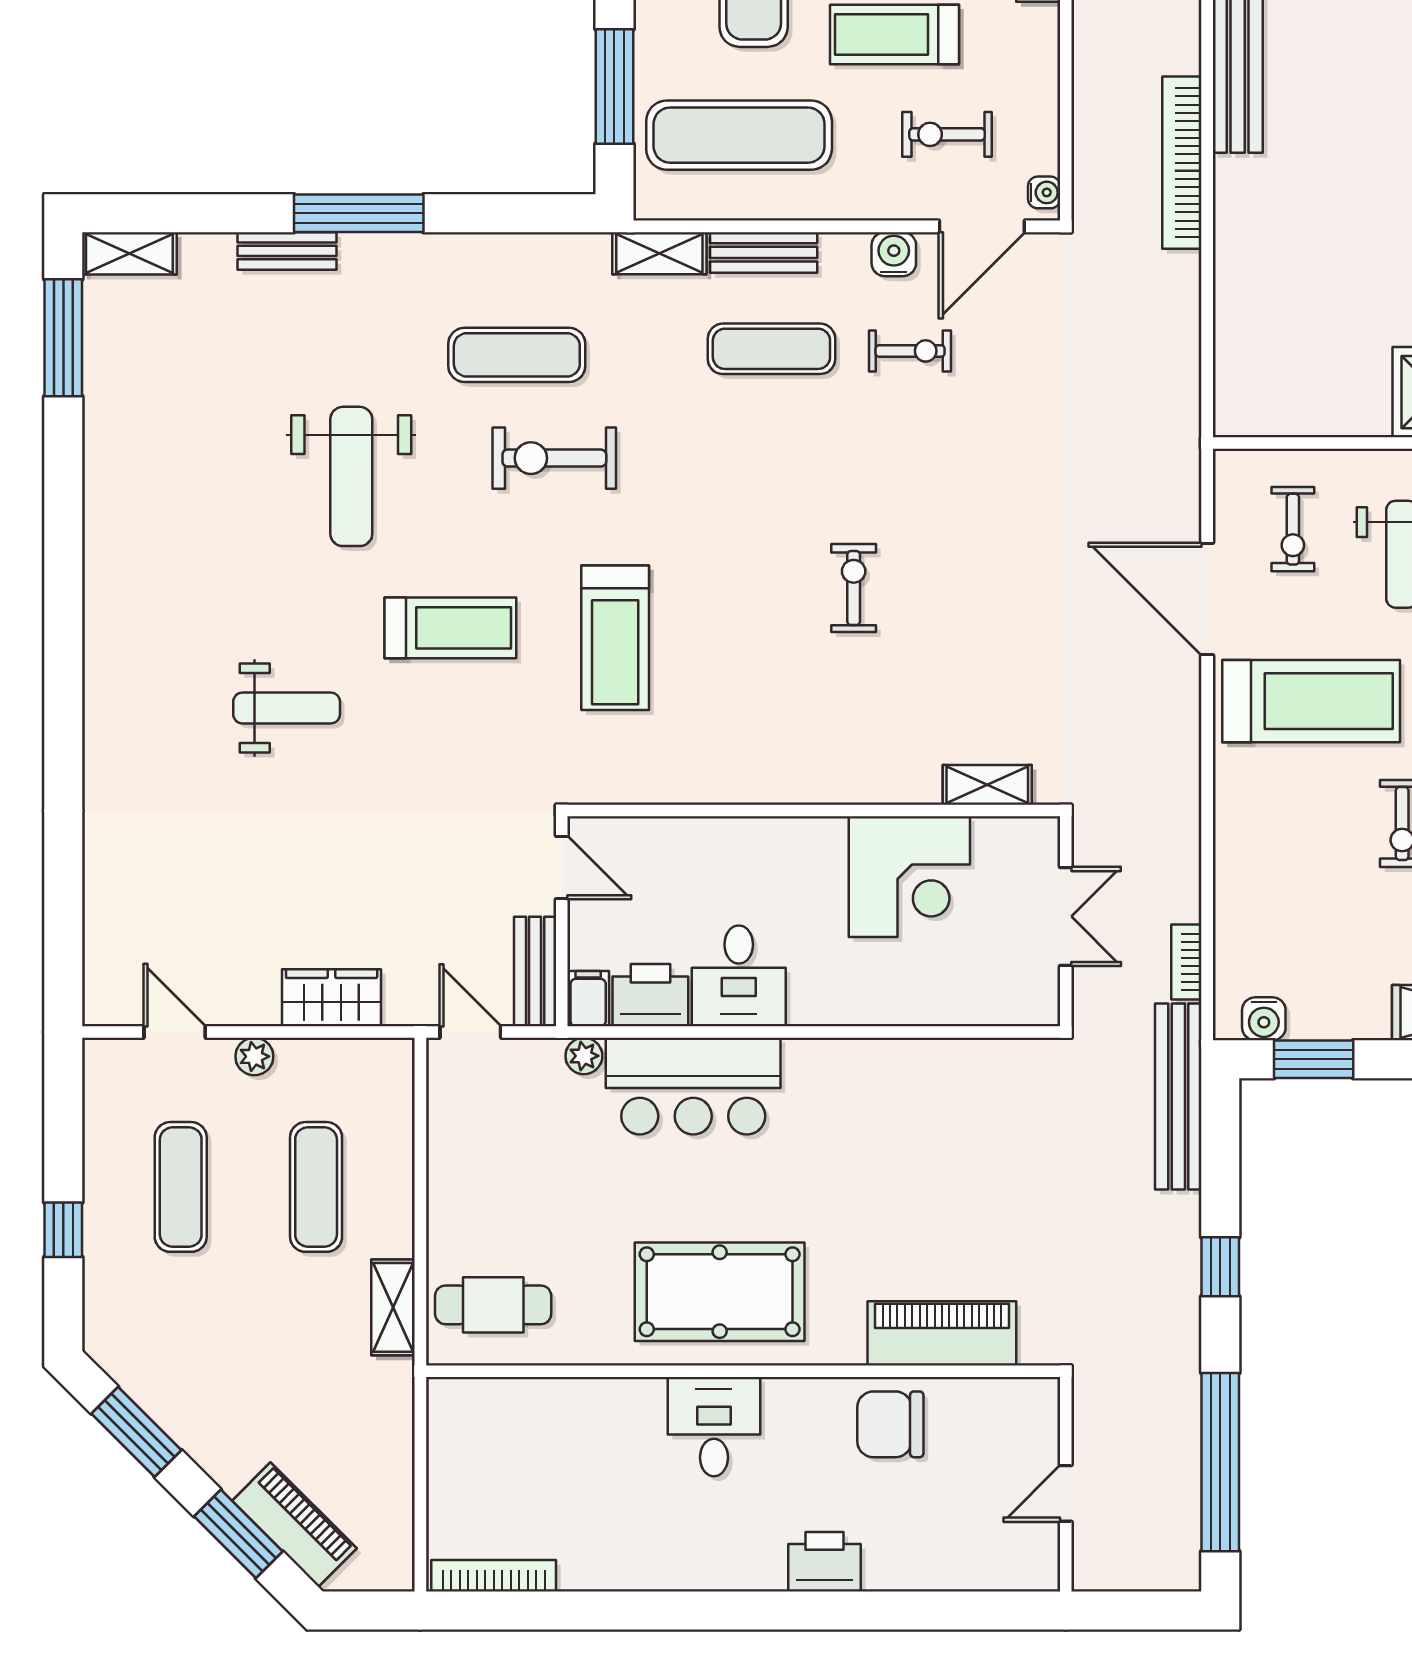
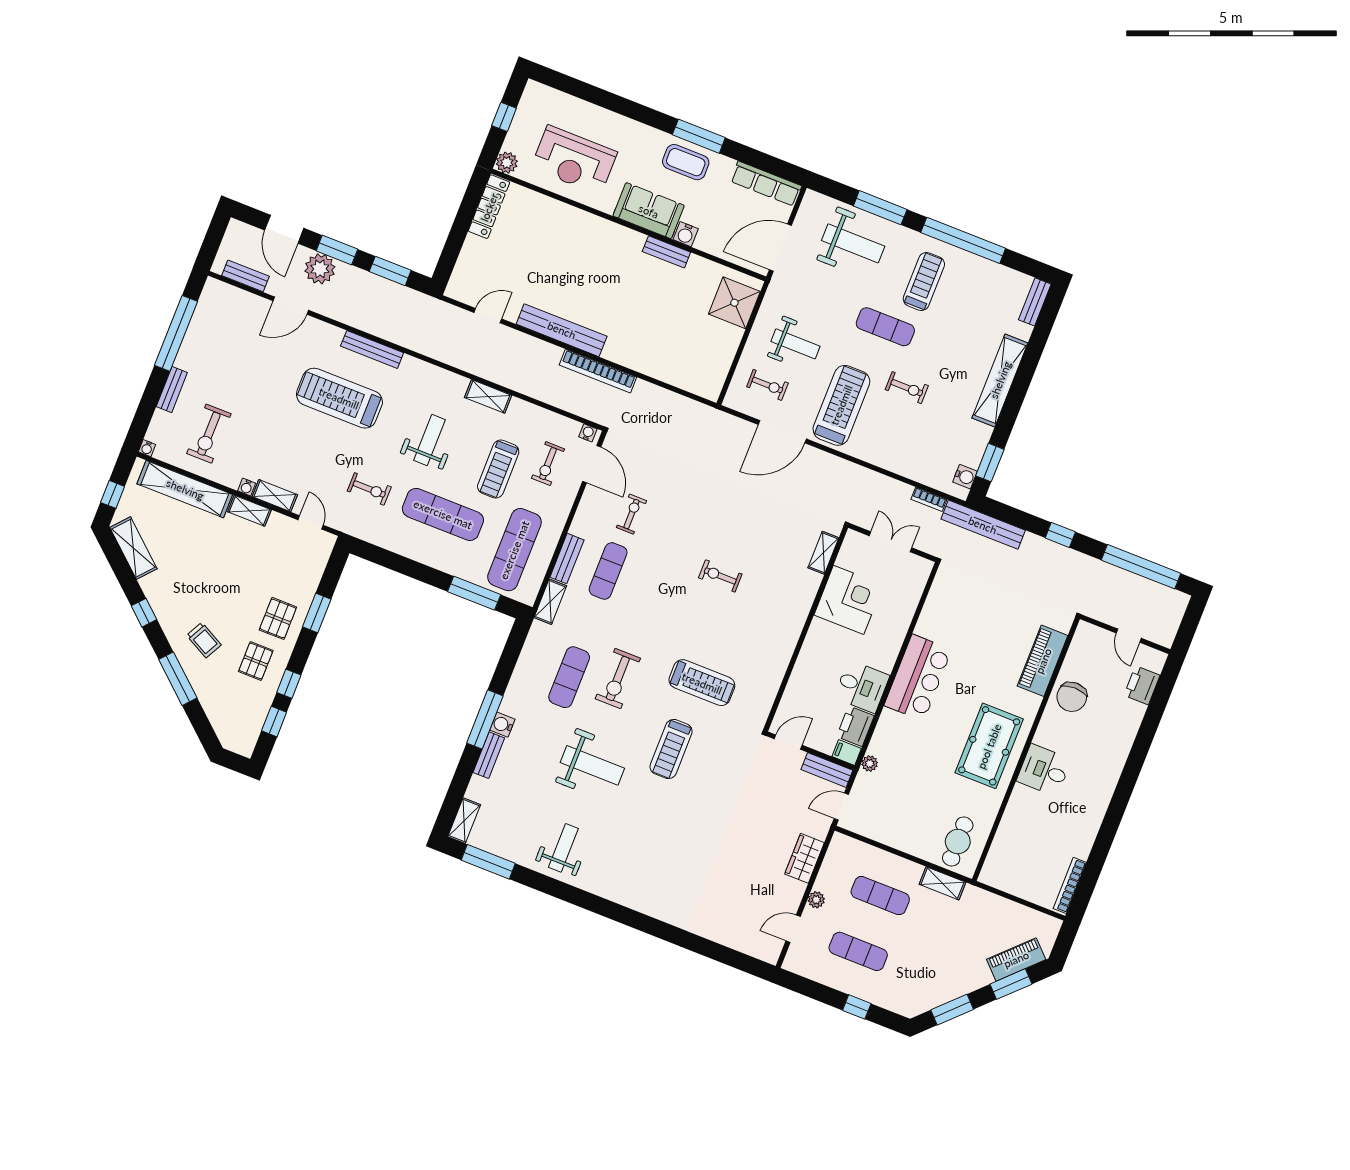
water cooler: (894, 254) -> (502, 725), moved
treadmill: (450, 628) -> (671, 749), turned 180
weight bench: (287, 708) -> (563, 848), moved
bar counter: (693, 1086) -> (918, 678), moved
printer: (824, 1562) -> (1142, 685), moved

